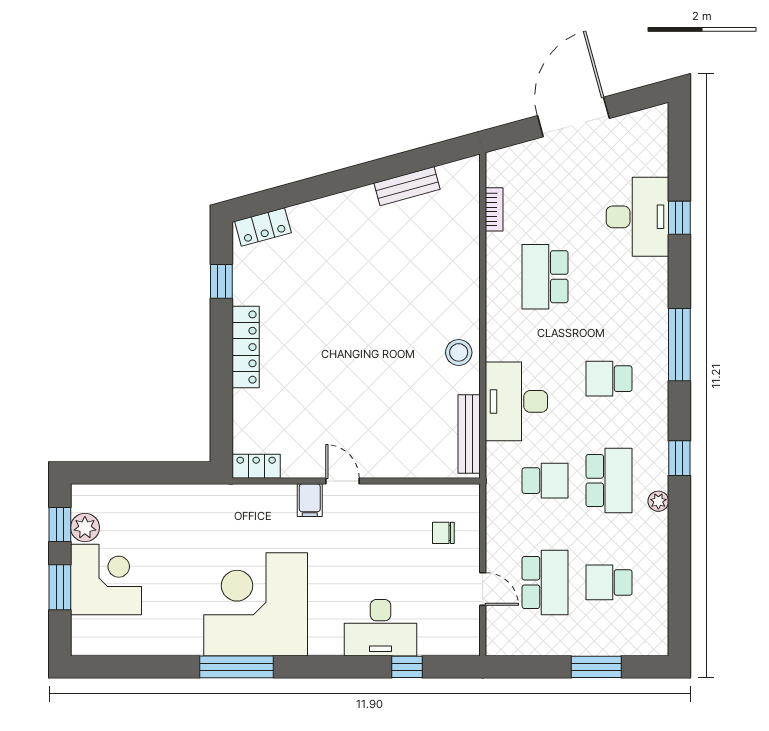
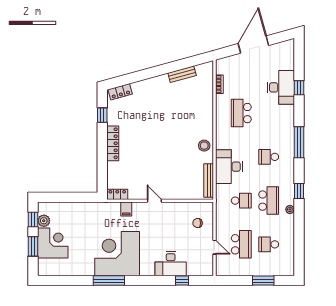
filing cabinet: (310, 500) -> (126, 209), moved

